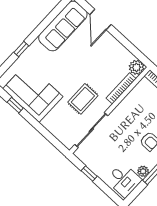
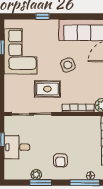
side table: (79, 65) -> (68, 65), added
desk: (124, 180) -> (17, 147), moved, turned 90

